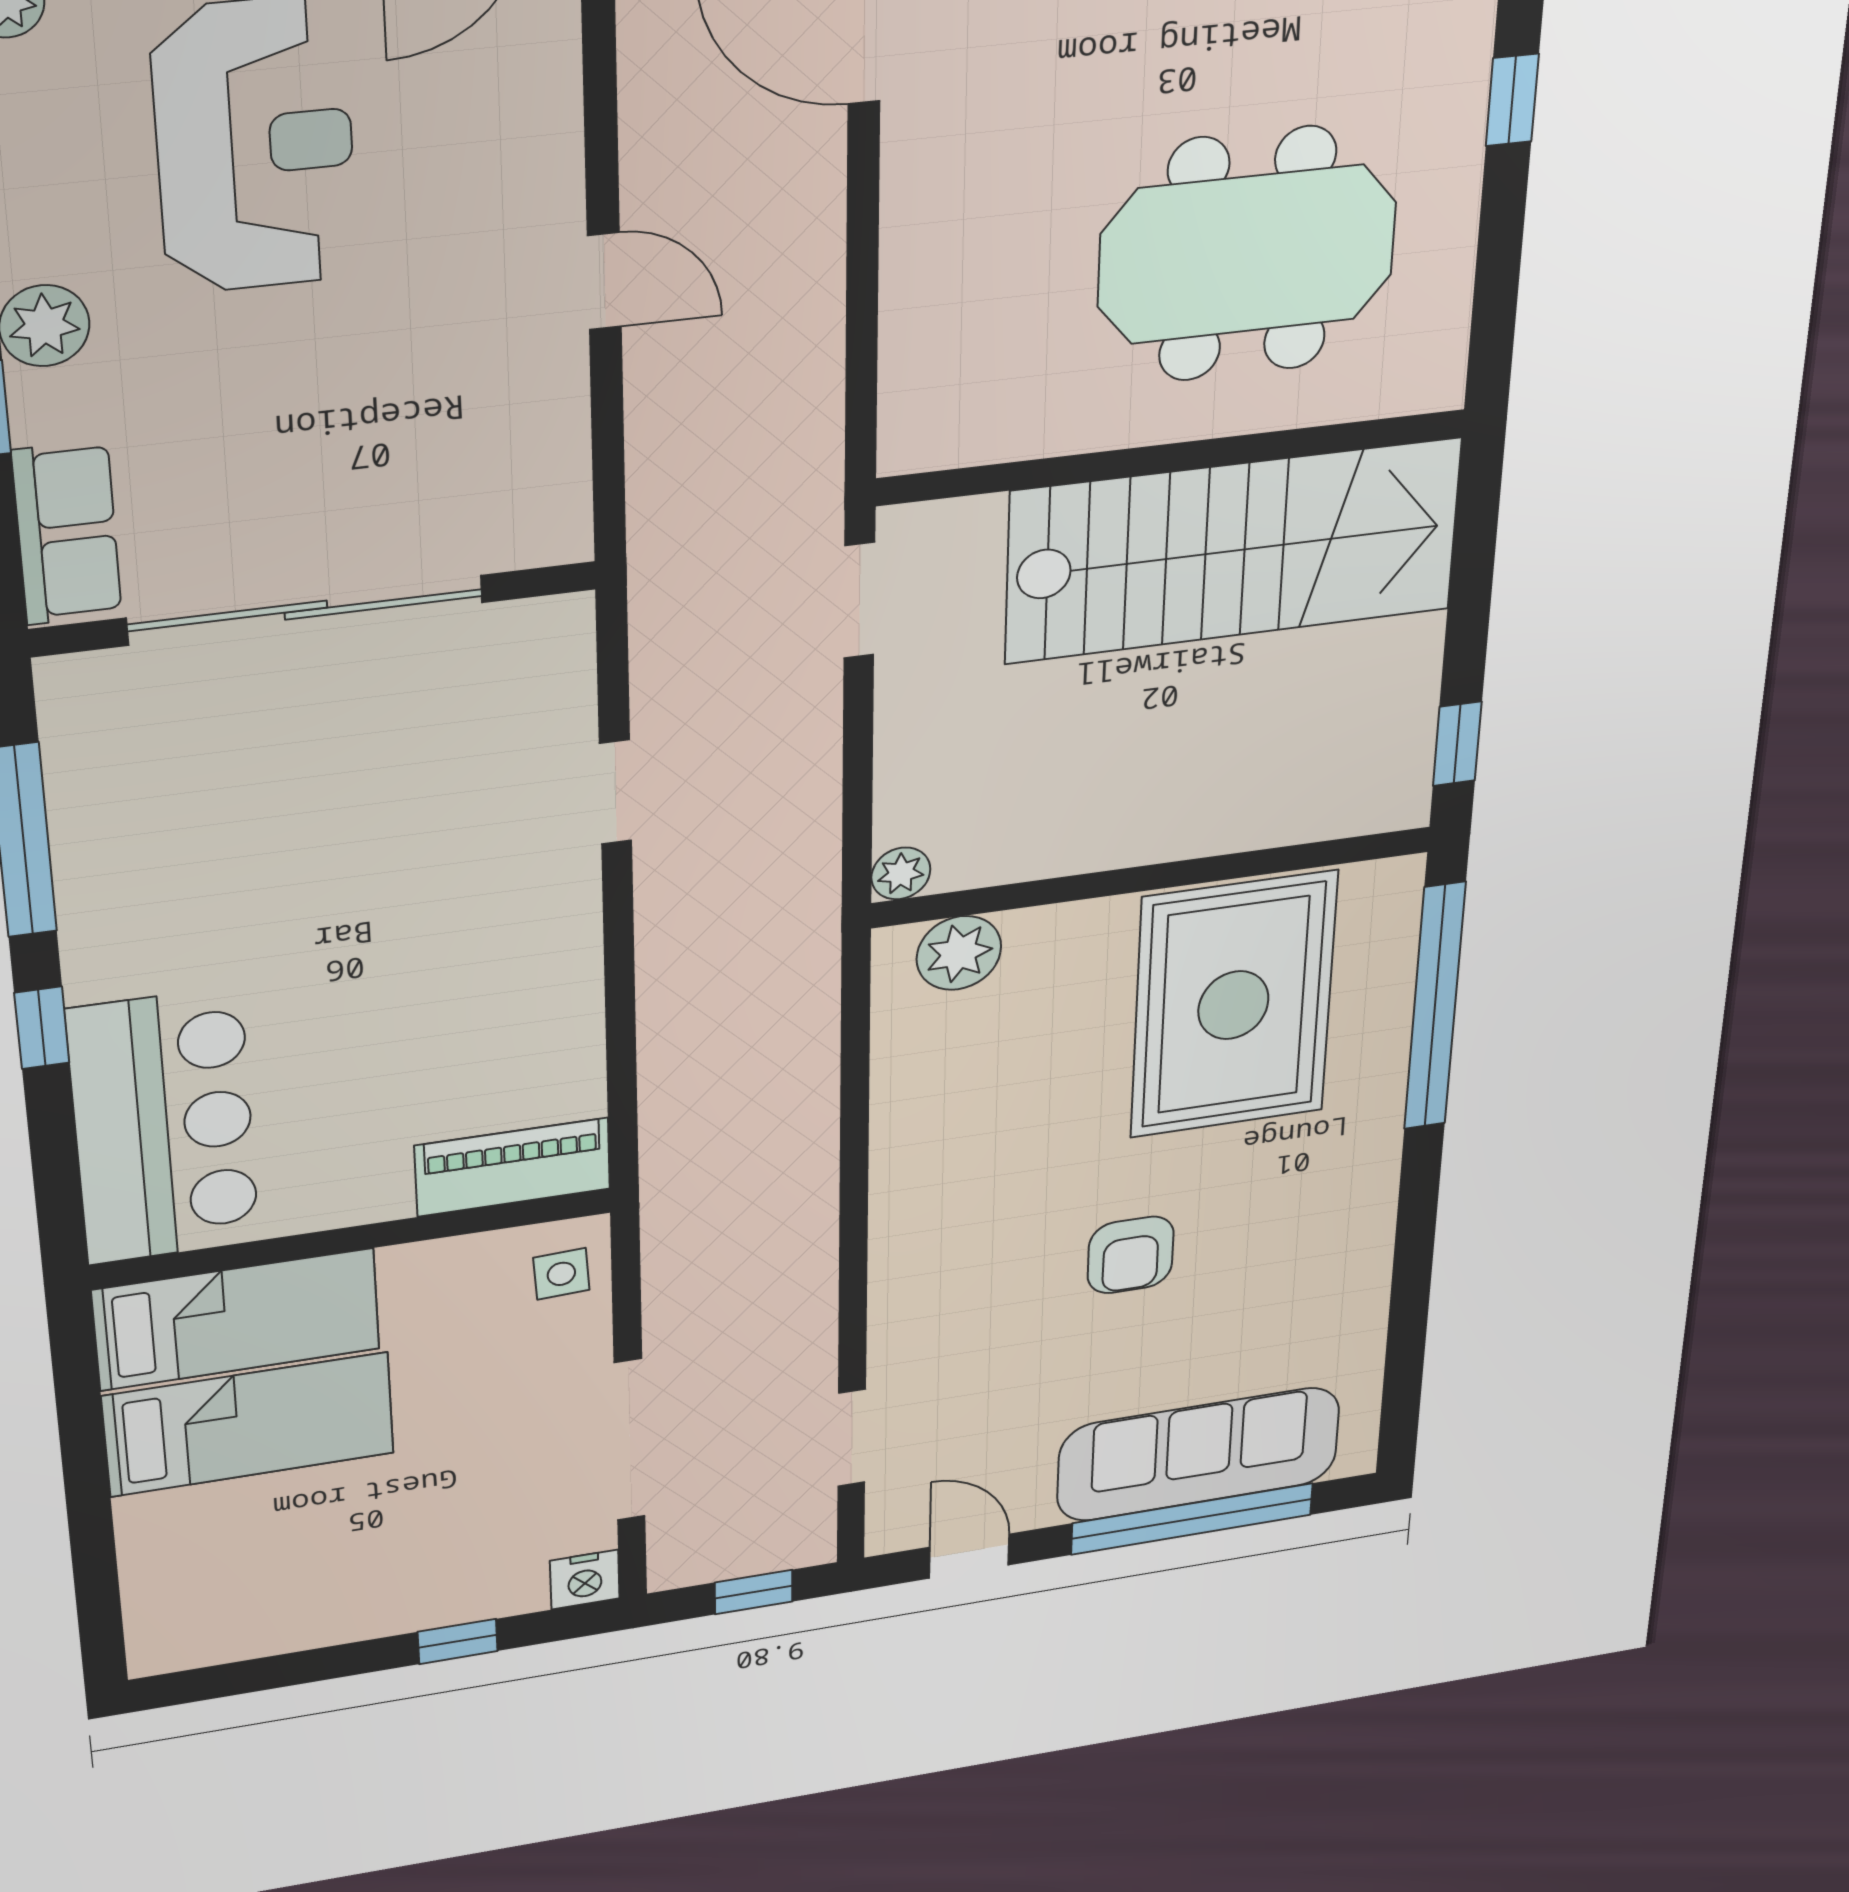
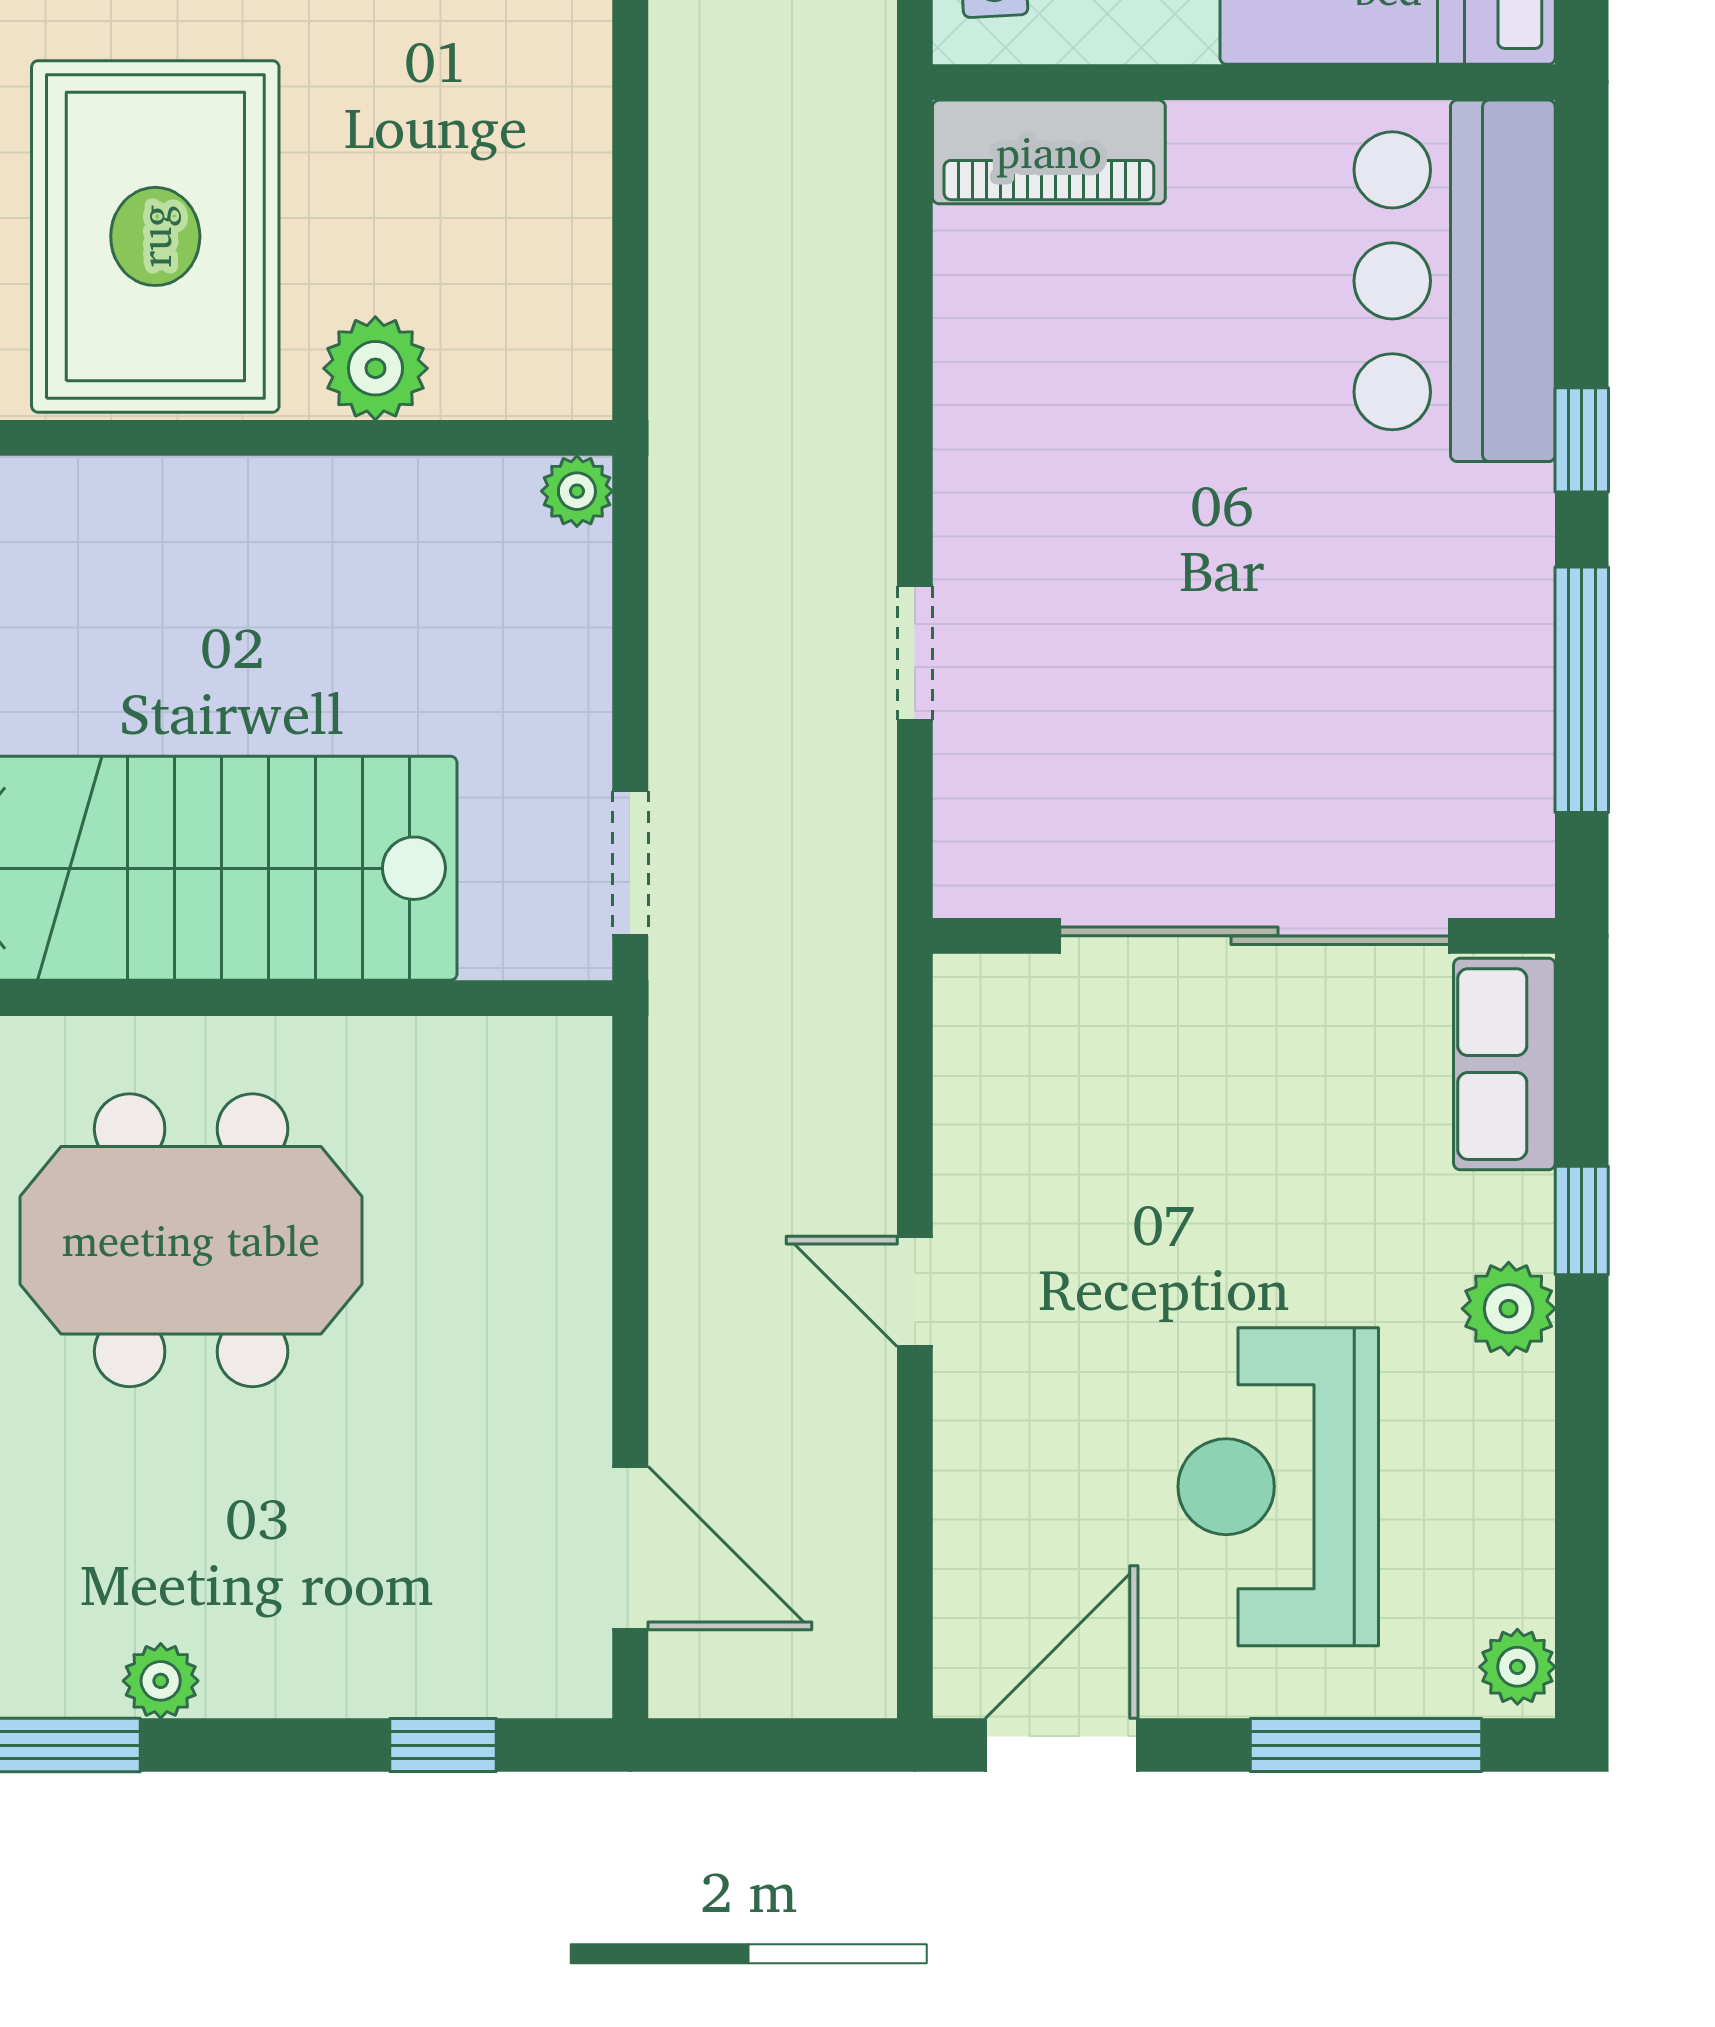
plant: (959, 953) -> (375, 368), moved

